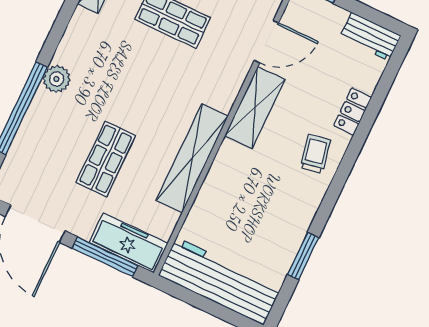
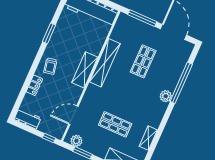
shelving: (255, 108) -> (85, 70), moved
freezer: (129, 243) -> (132, 25), removed
window: (303, 256) -> (49, 33), moved

